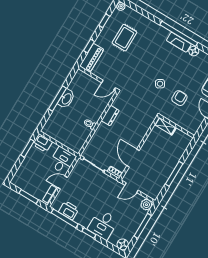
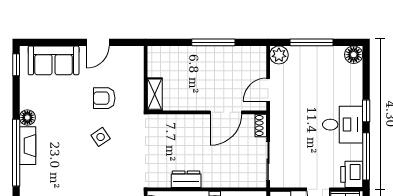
door: (132, 188) -> (268, 90), swing flipped
printer: (69, 210) -> (352, 174), moved
desk: (103, 225) -> (343, 125), moved

